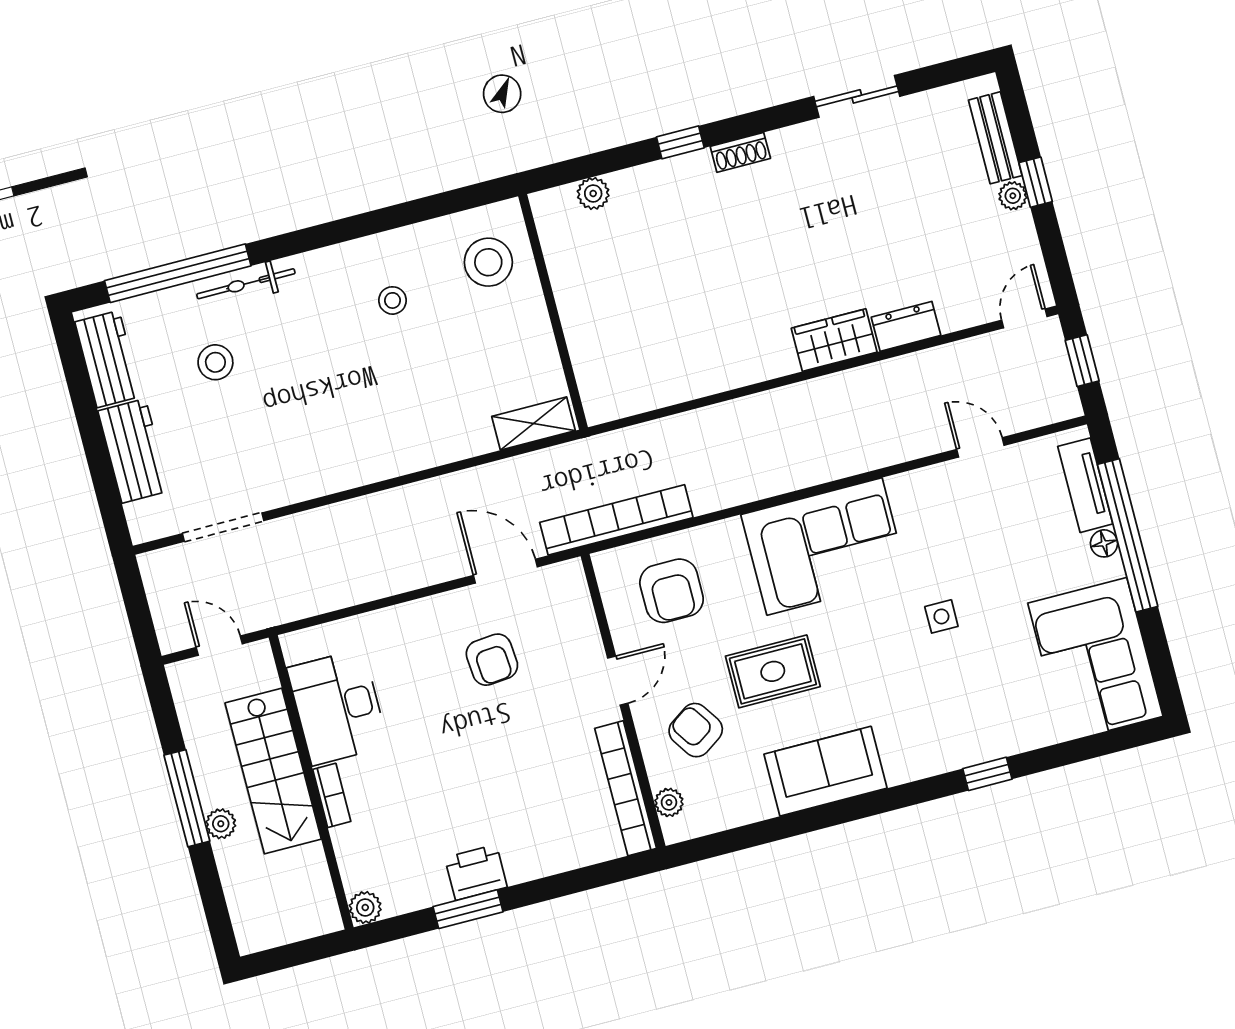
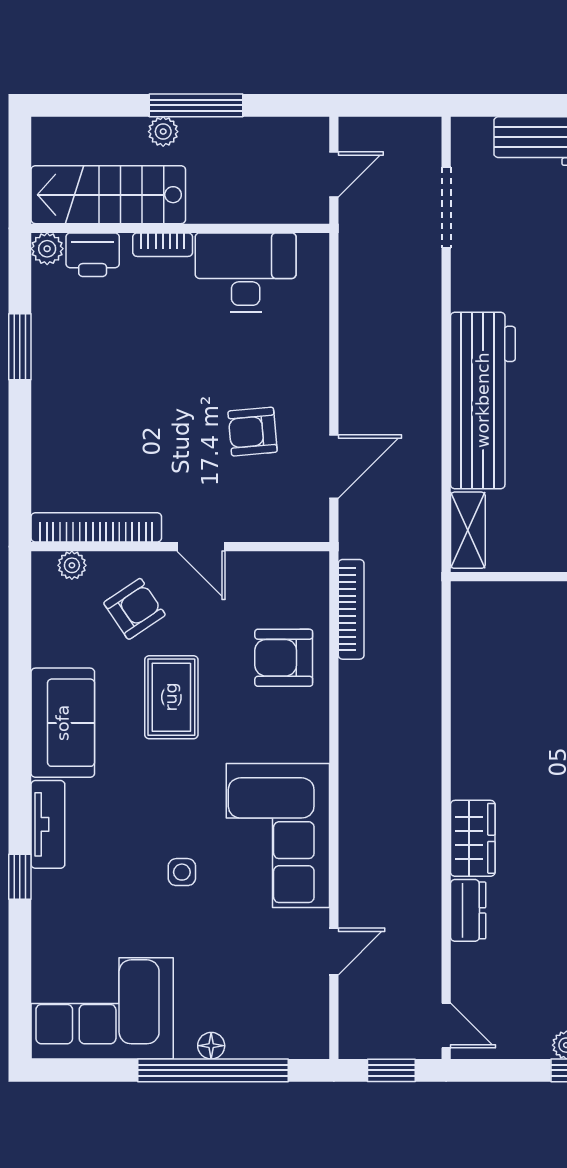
workbench: (403, 442) -> (483, 400), added
tv unit: (1085, 485) -> (48, 824), moved, turned 90
bookcase: (616, 520) -> (351, 609), width x0.68, depth x0.76
corner sofa: (825, 547) -> (278, 835), moved
armchair: (672, 591) -> (284, 658), moved
stairs: (273, 771) -> (108, 195), moved
printer: (476, 872) -> (93, 255), moved, turned 90

